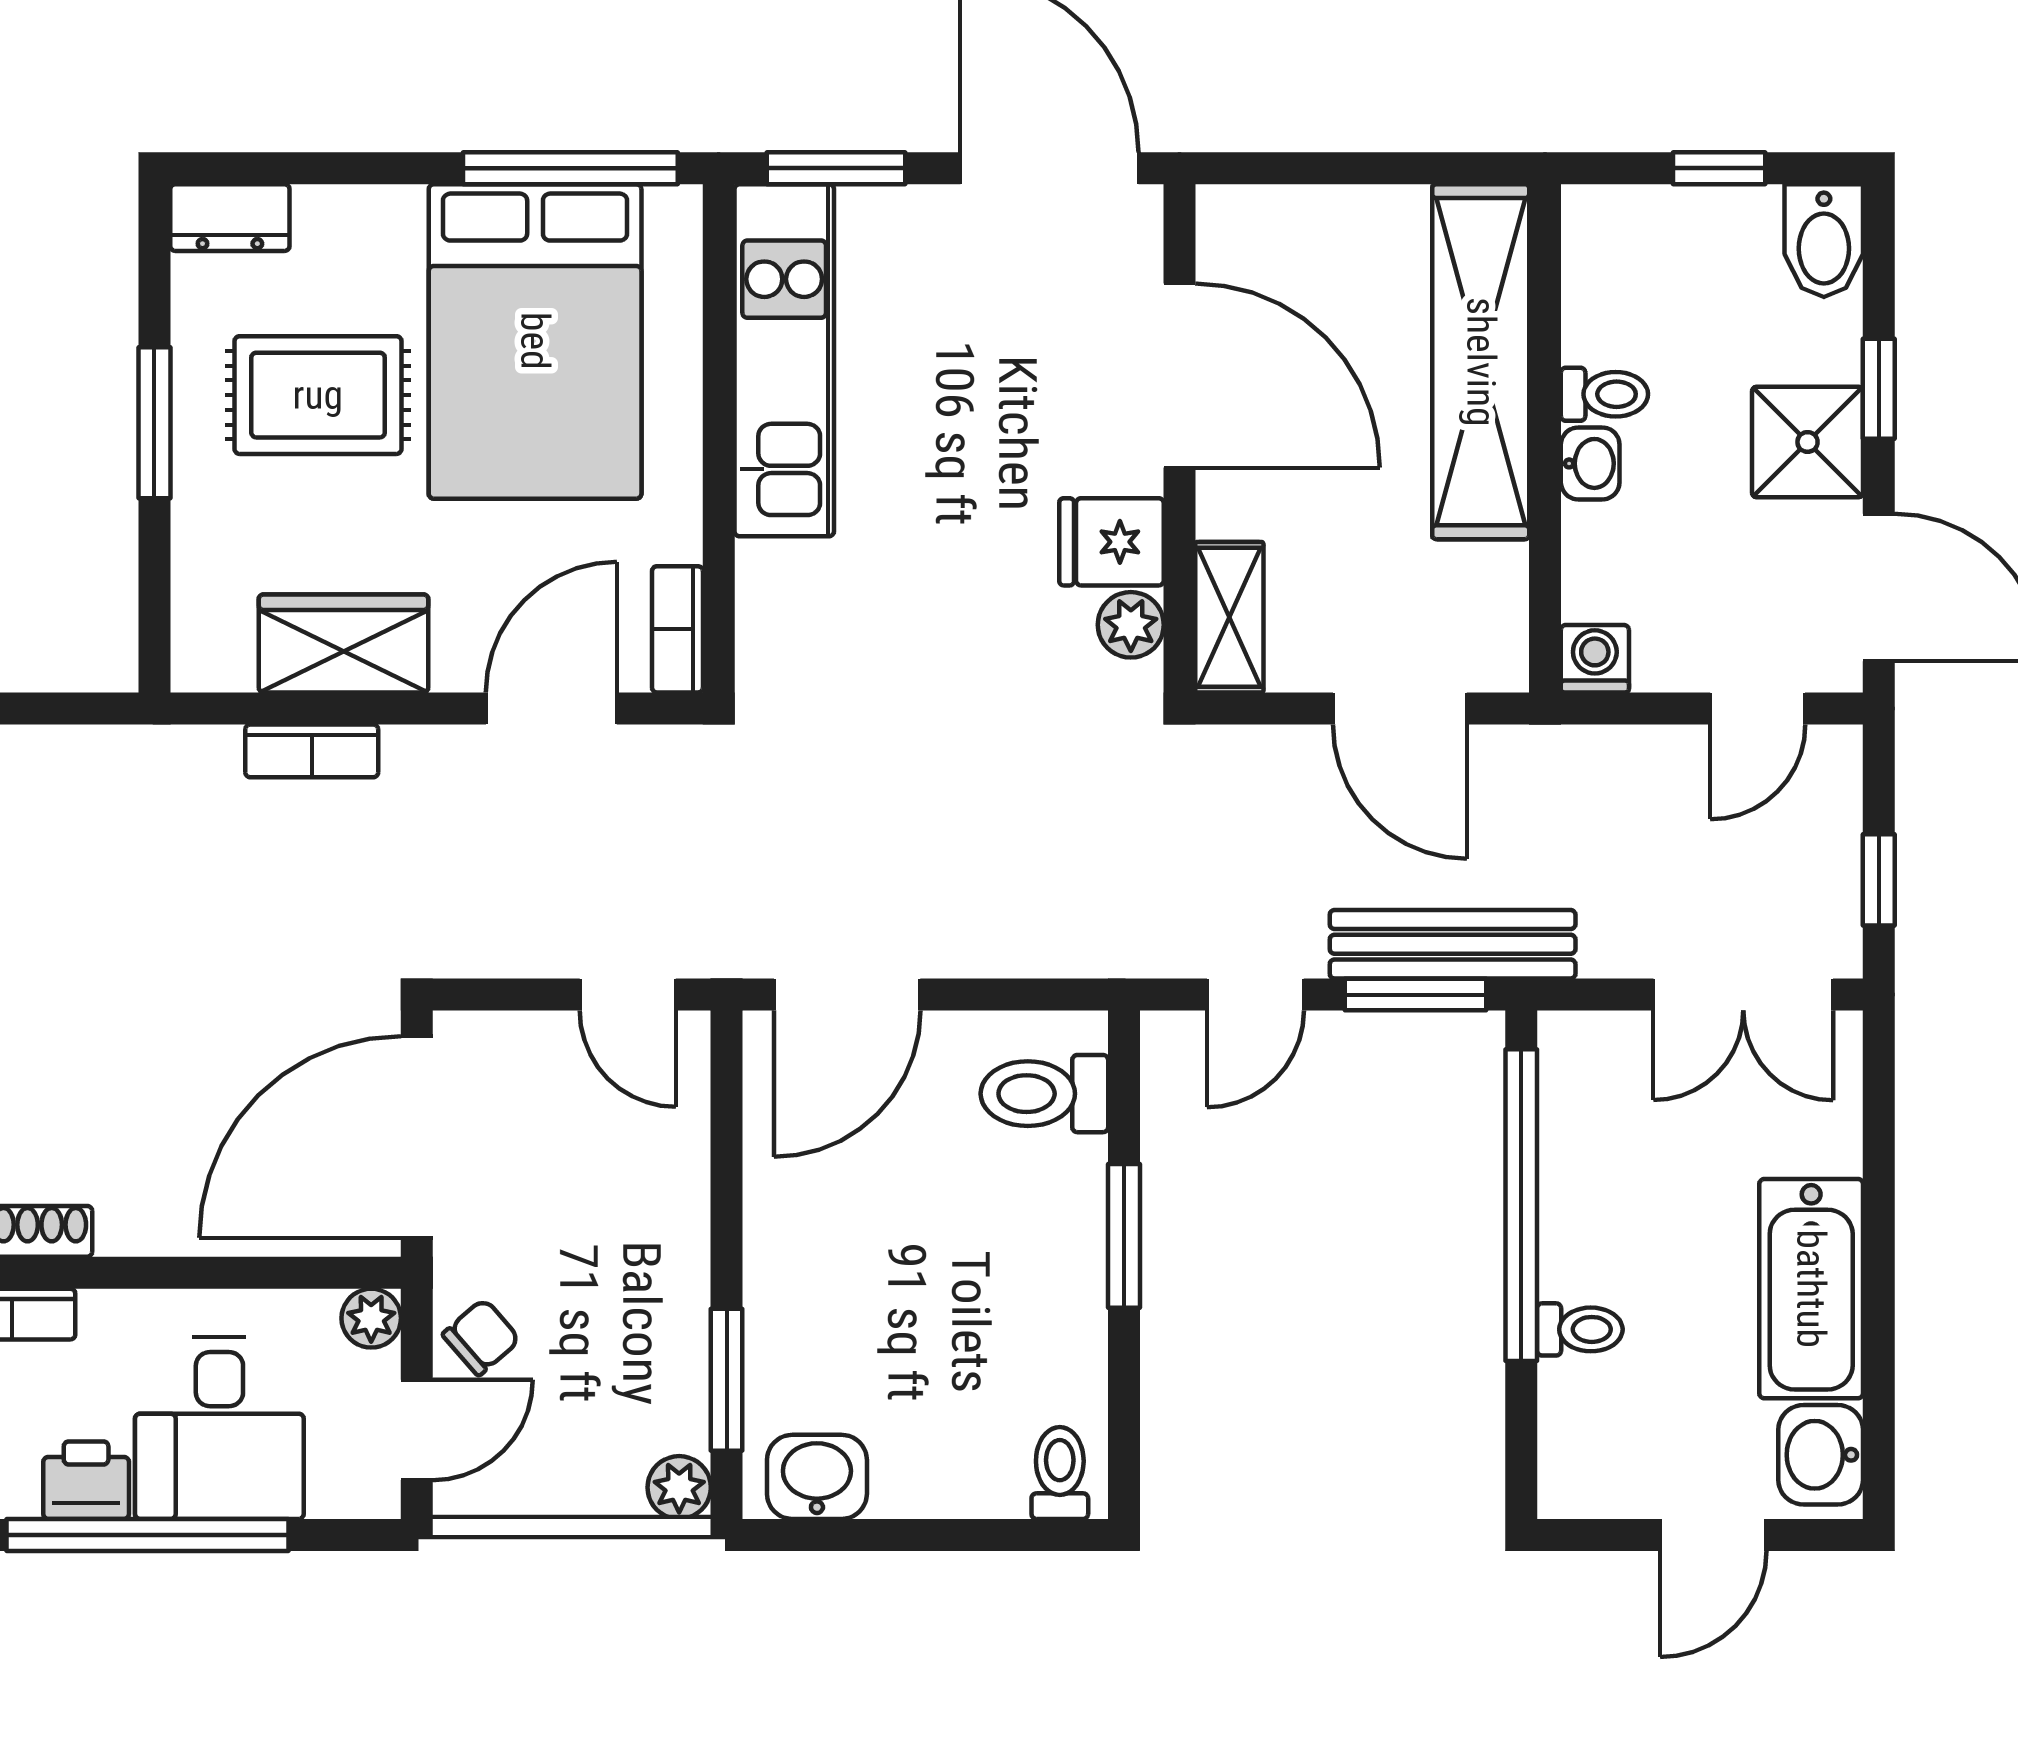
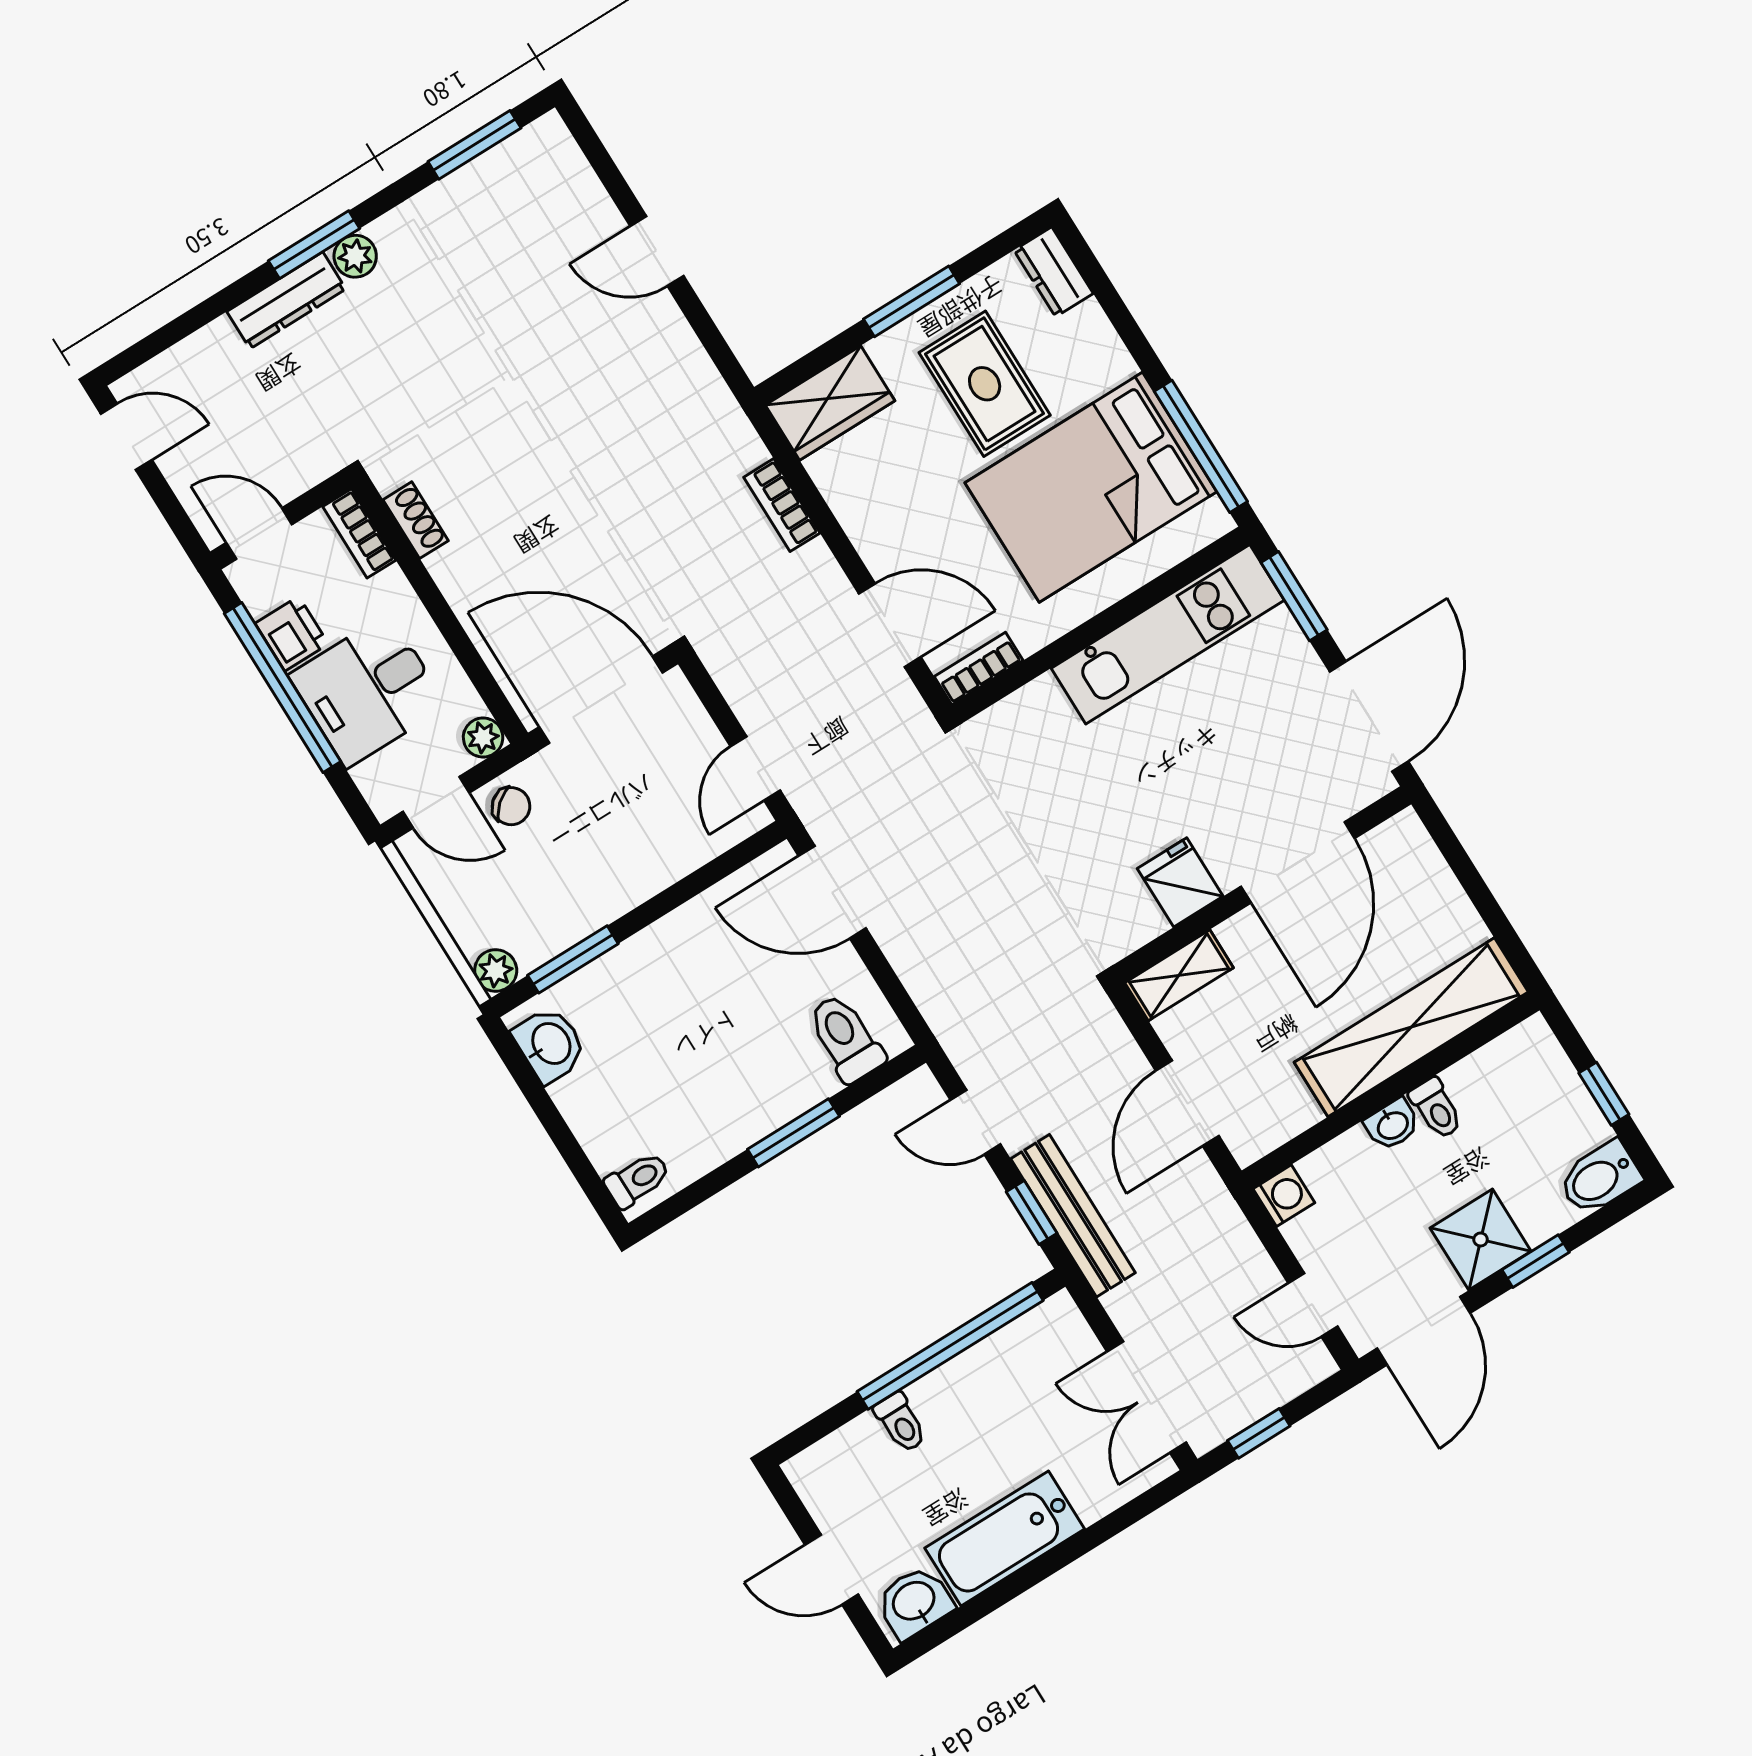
plant: (1131, 625) -> (1140, 922), removed
wardrobe: (343, 643) -> (830, 403), moved, turned 90
window: (1416, 995) -> (1032, 1212), width x0.67

